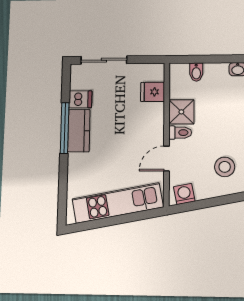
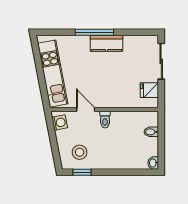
fridge: (153, 92) -> (149, 90), moved, turned -90
dishwasher: (80, 99) -> (131, 44), removed
shower: (181, 112) -> (121, 121), removed
window: (65, 128) -> (94, 32), moved

